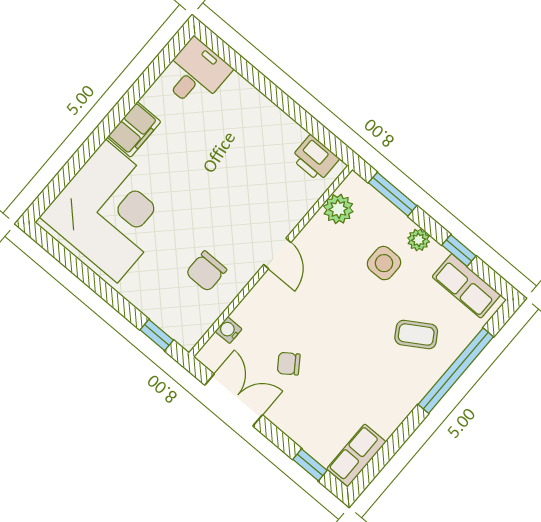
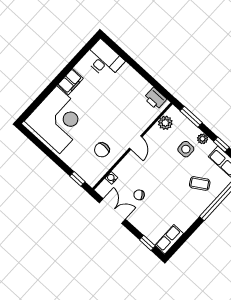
desk: (196, 74) -> (104, 60), width x1.37

